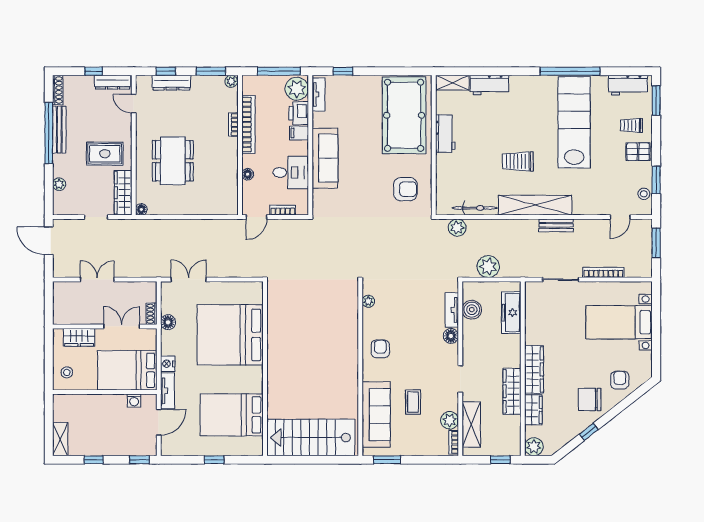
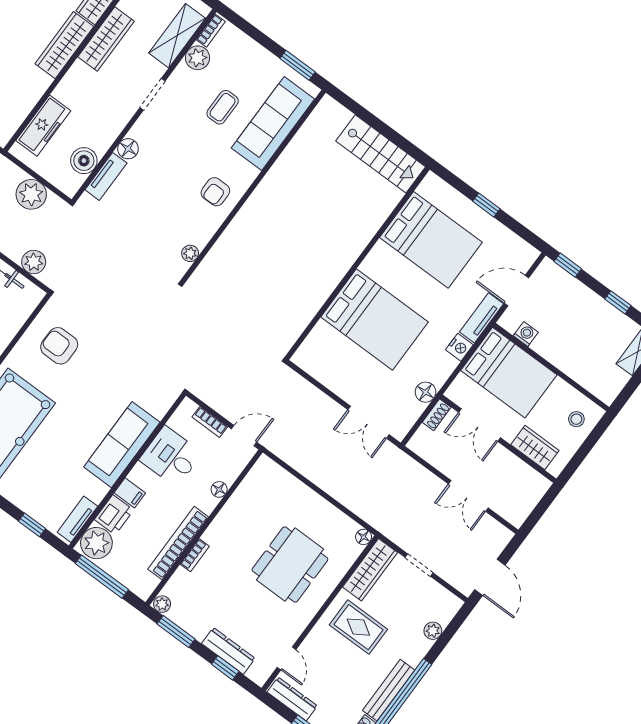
bed: (230, 335) -> (374, 319), width x0.73
stairs: (311, 438) -> (381, 154), width x0.73, depth x0.66

